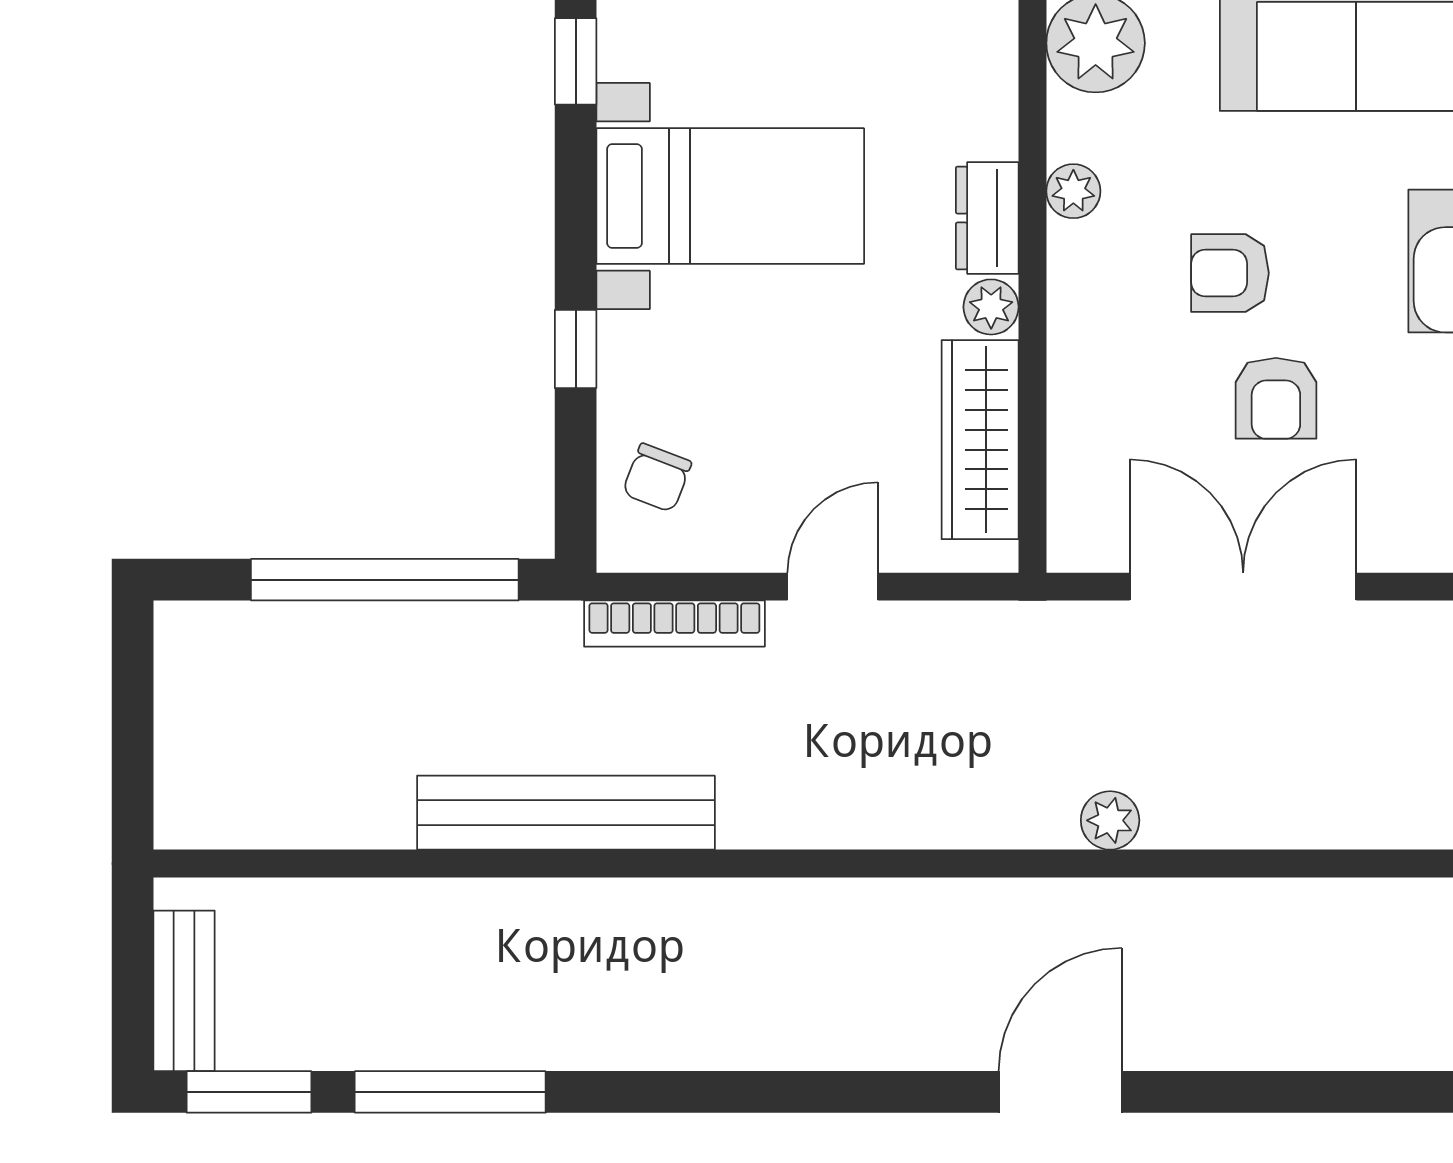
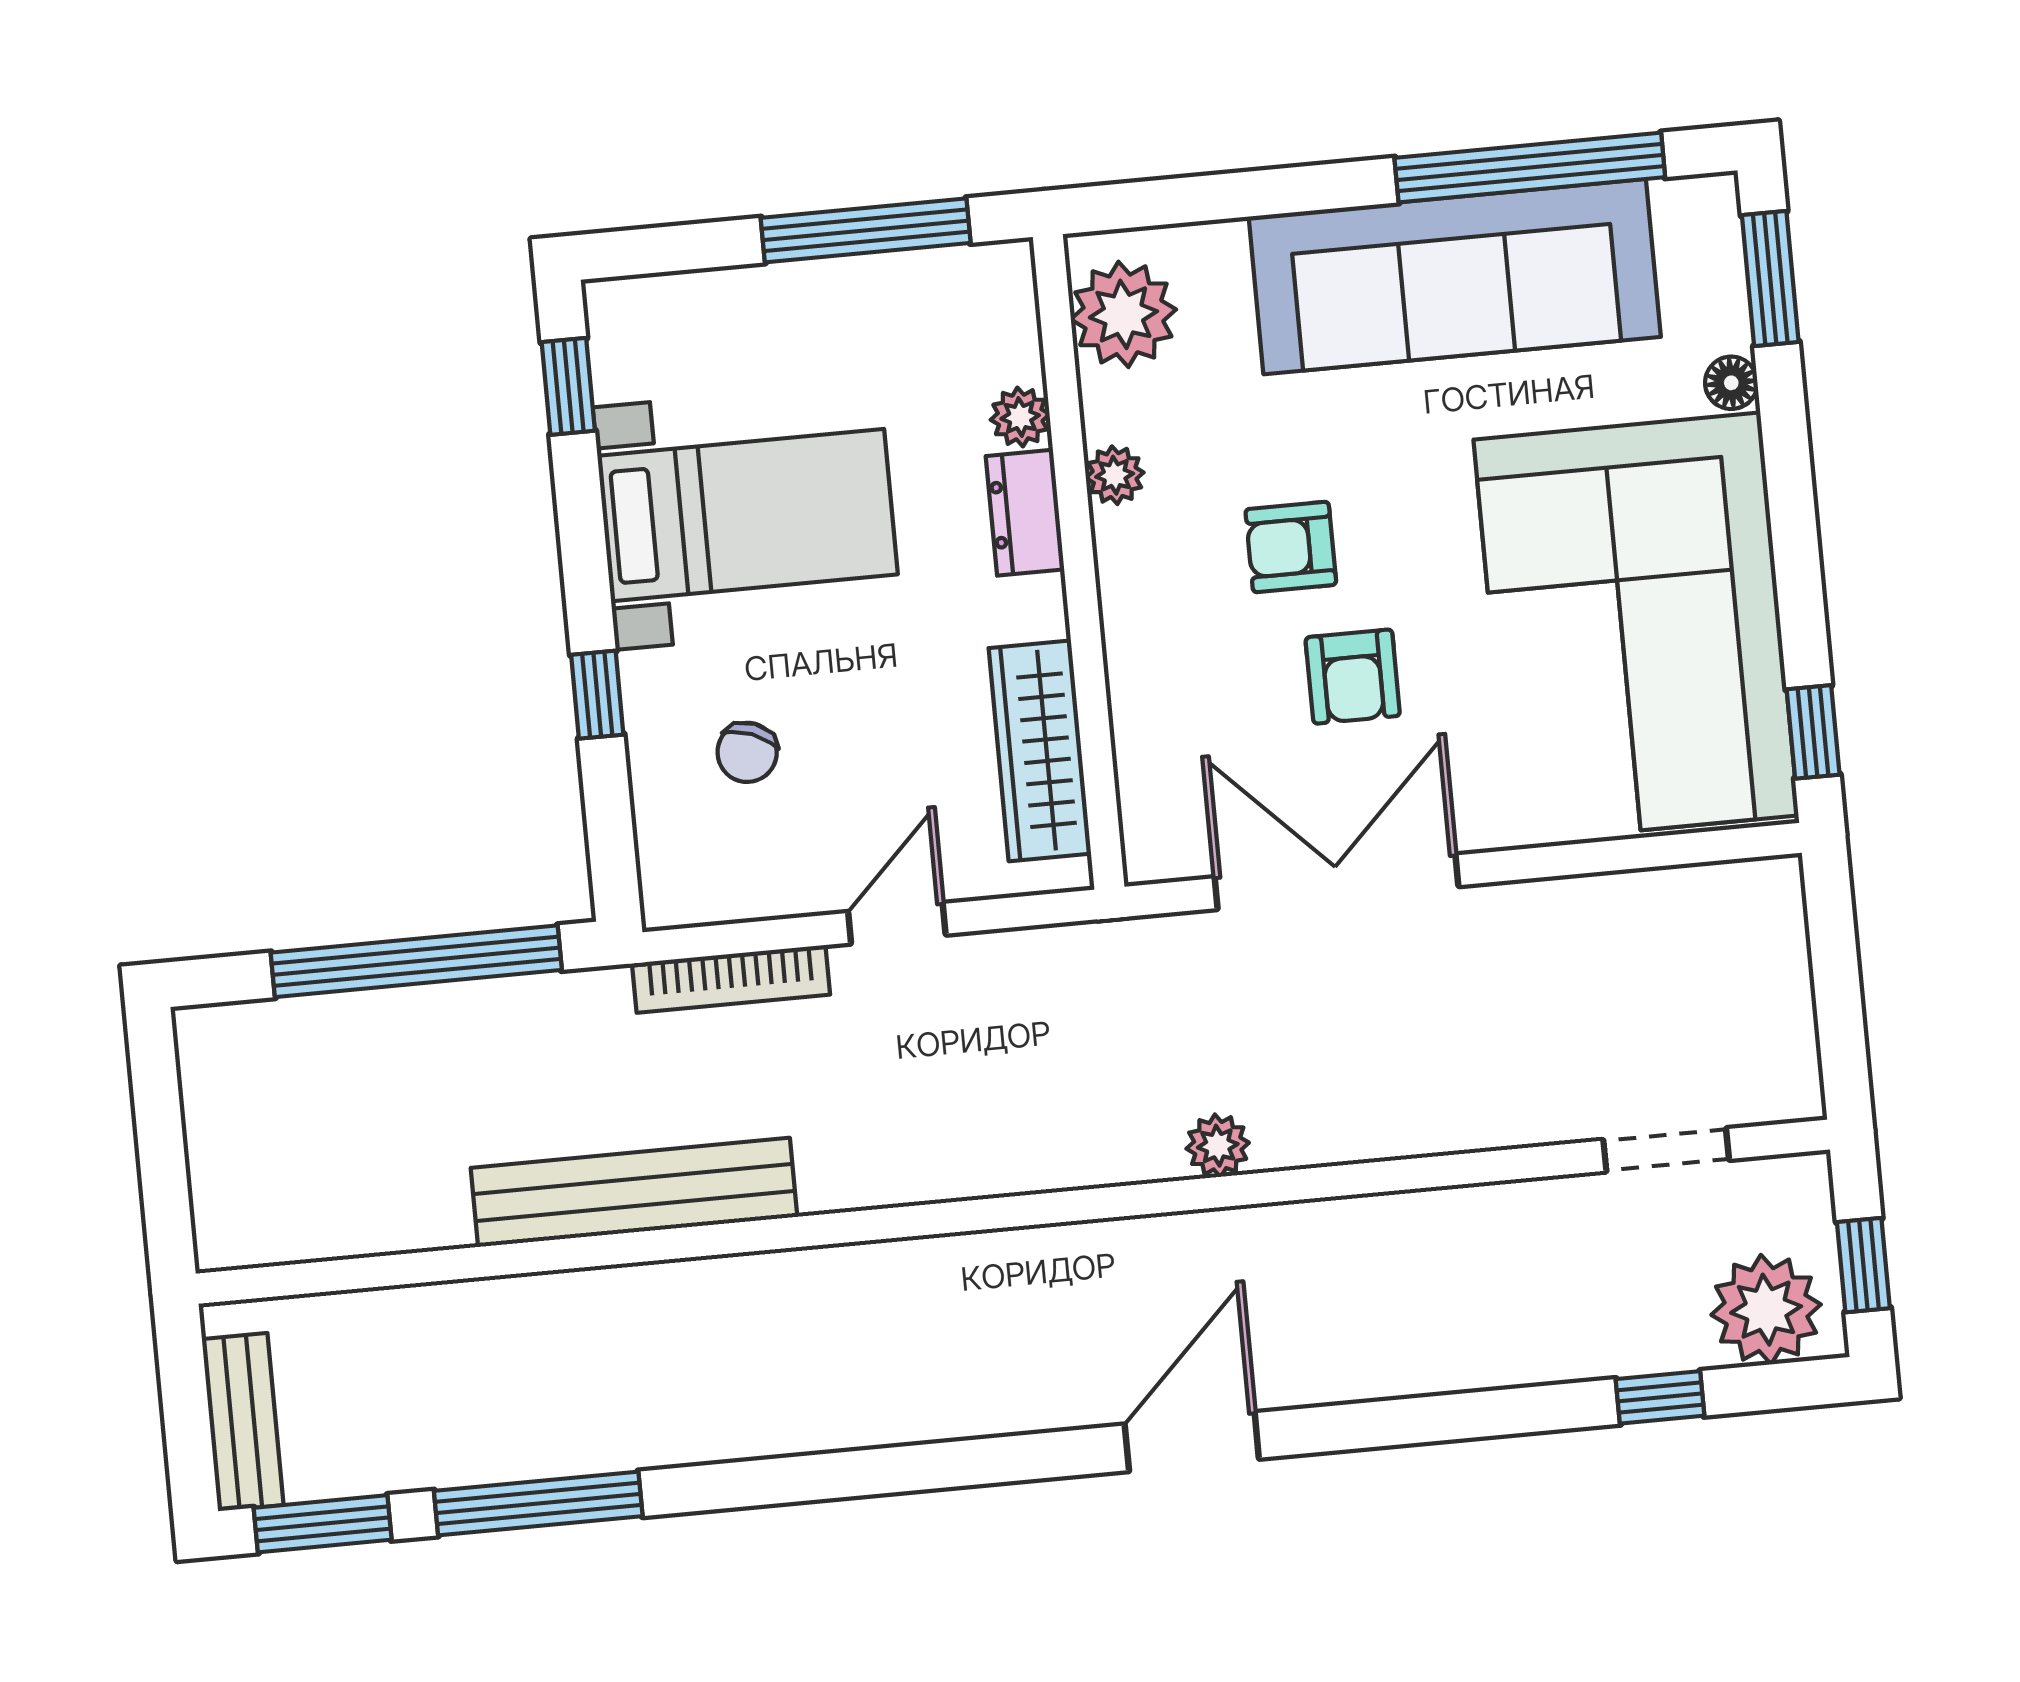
plant: (991, 307) -> (1020, 417), moved
chair: (657, 478) -> (747, 752), moved

